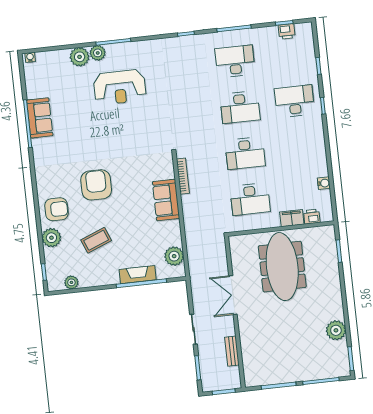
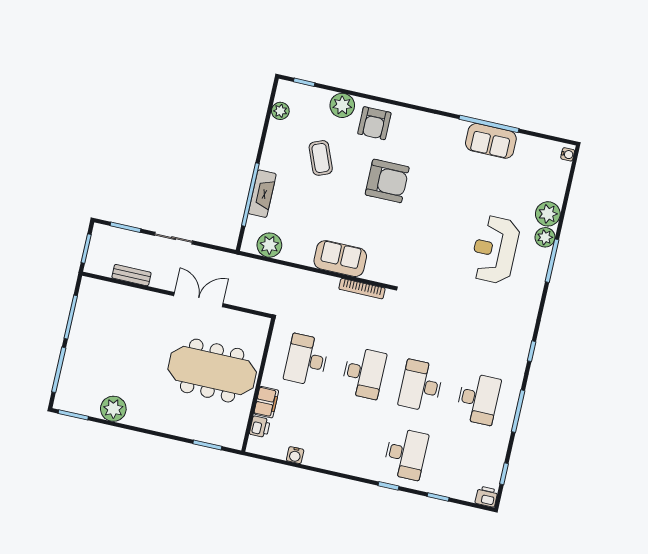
printer: (287, 31) -> (486, 497), moved, turned 90
desk: (245, 153) -> (364, 373), turned 180

